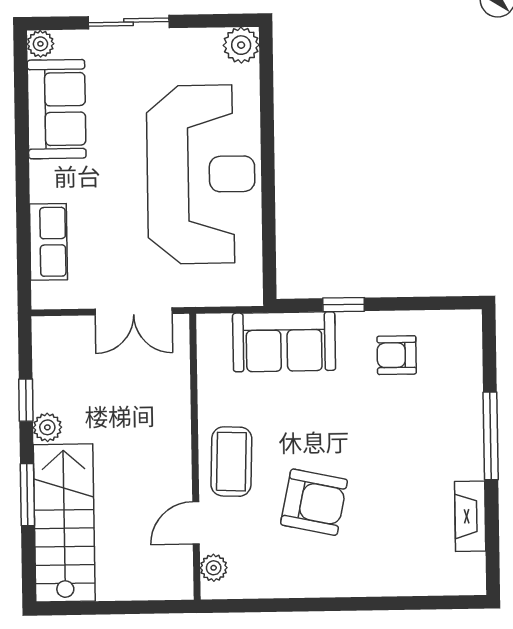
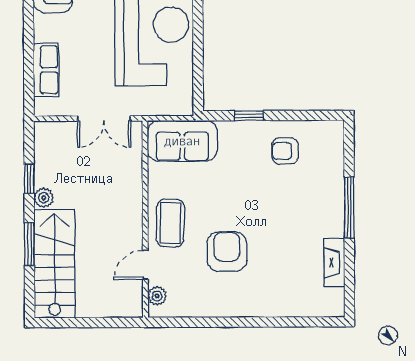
sofa: (284, 342) -> (182, 141), moved
armchair: (314, 502) -> (227, 252), turned -102

